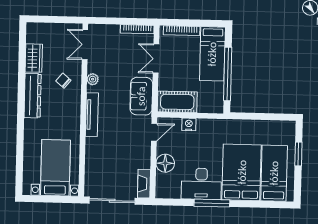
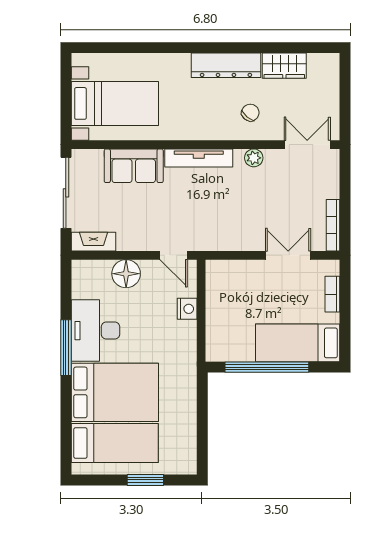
bookcase: (182, 31) -> (332, 294), width x0.64
sofa: (141, 96) -> (134, 166), moved, turned 180
cot: (177, 102) -> (222, 290), removed

